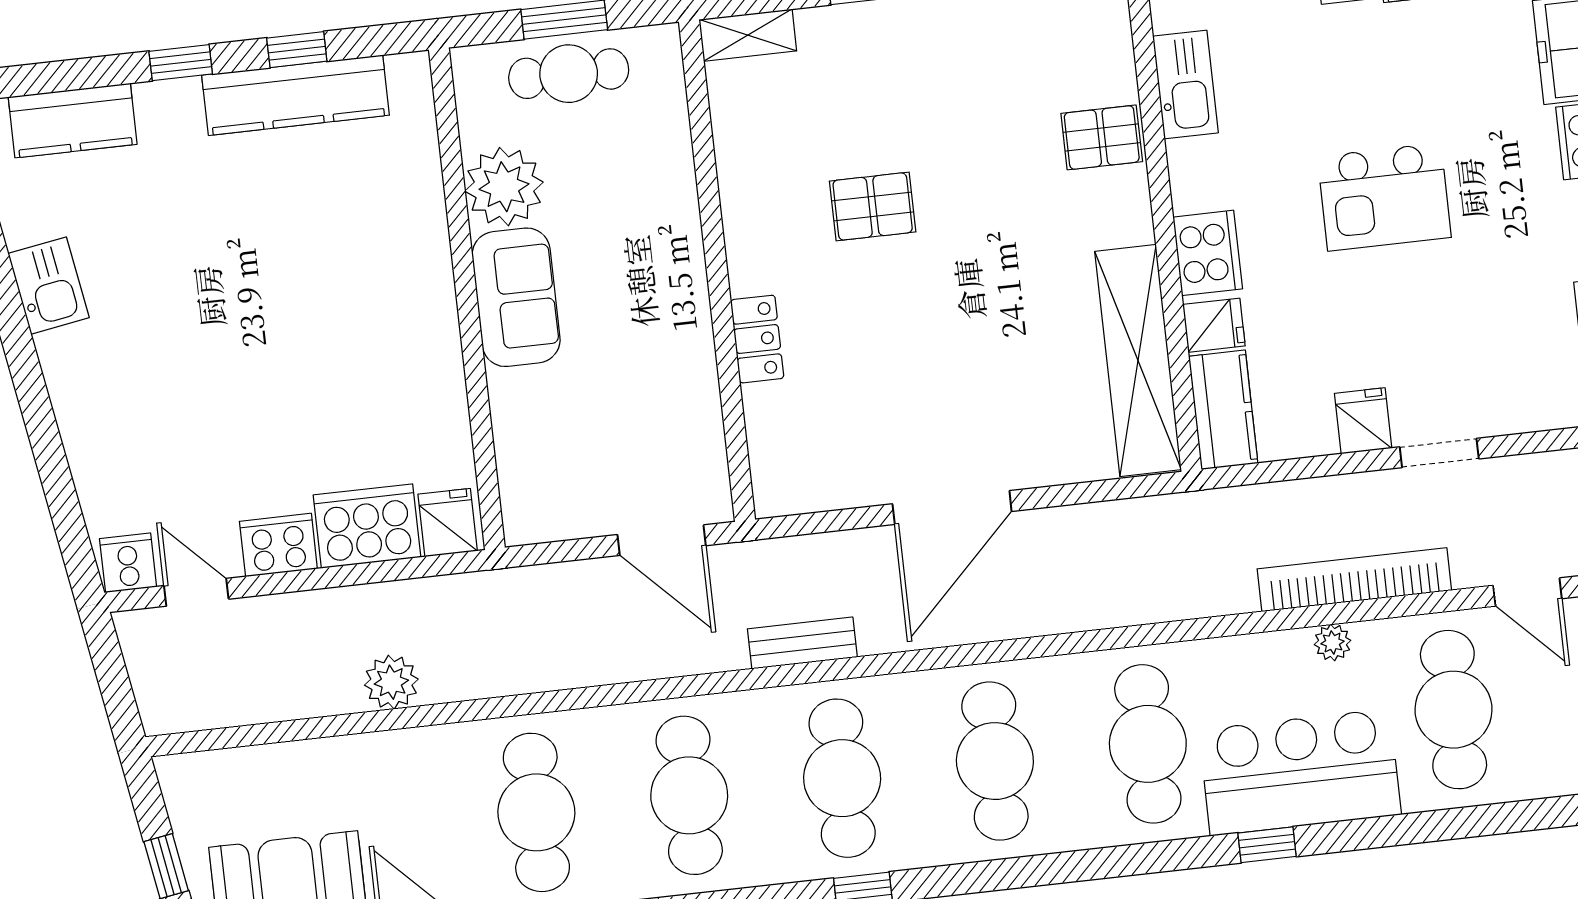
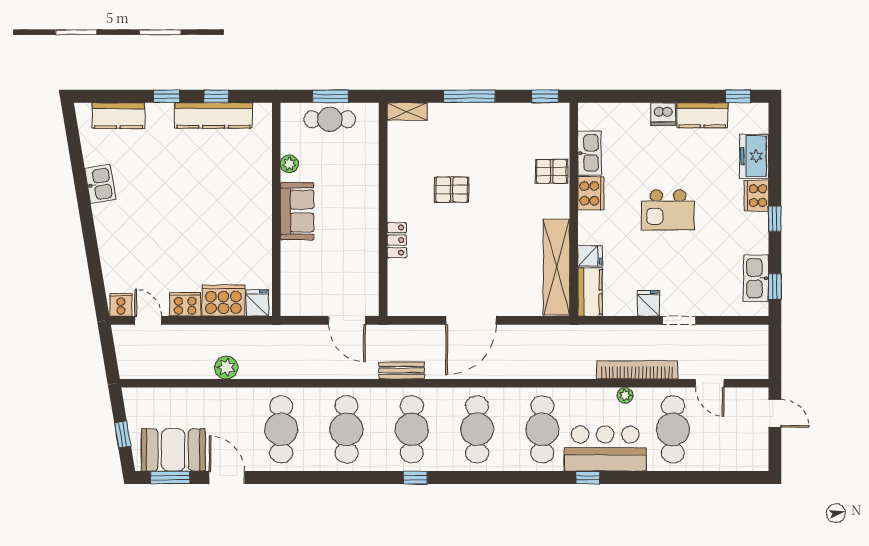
plant: (504, 187) -> (289, 164), width x0.53, depth x0.53
cooker: (1208, 253) -> (591, 193), moved

